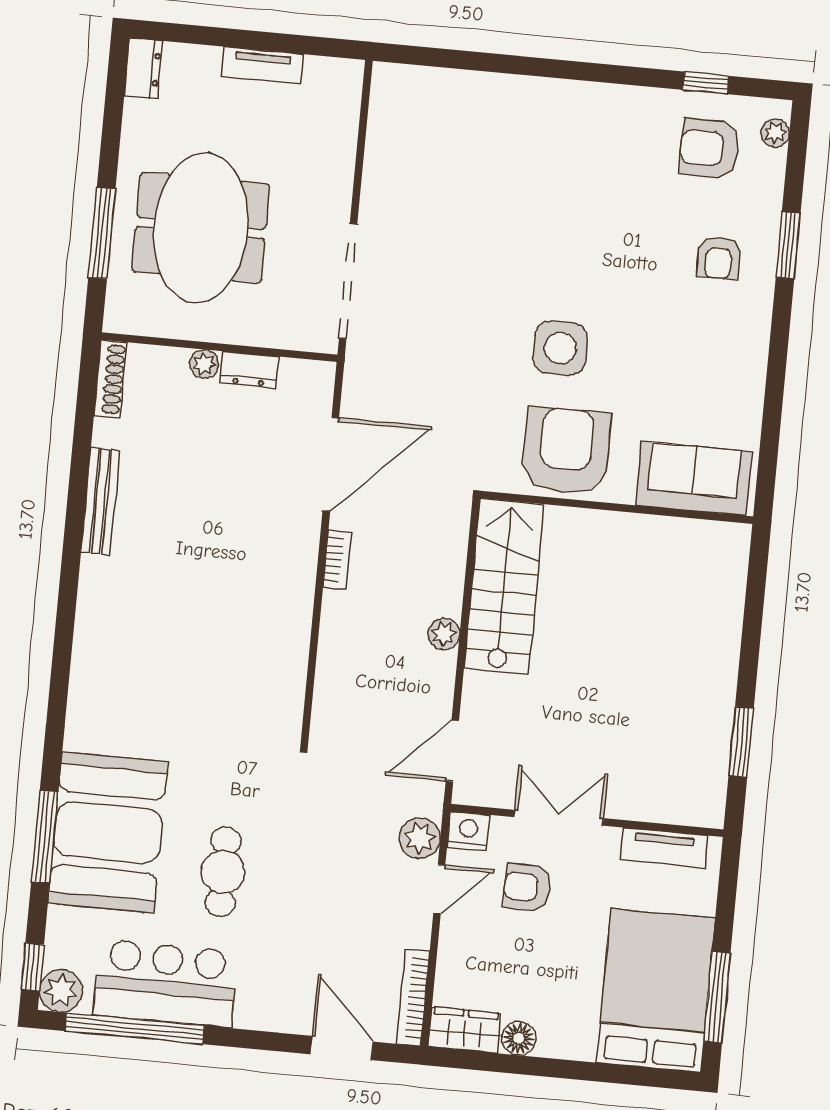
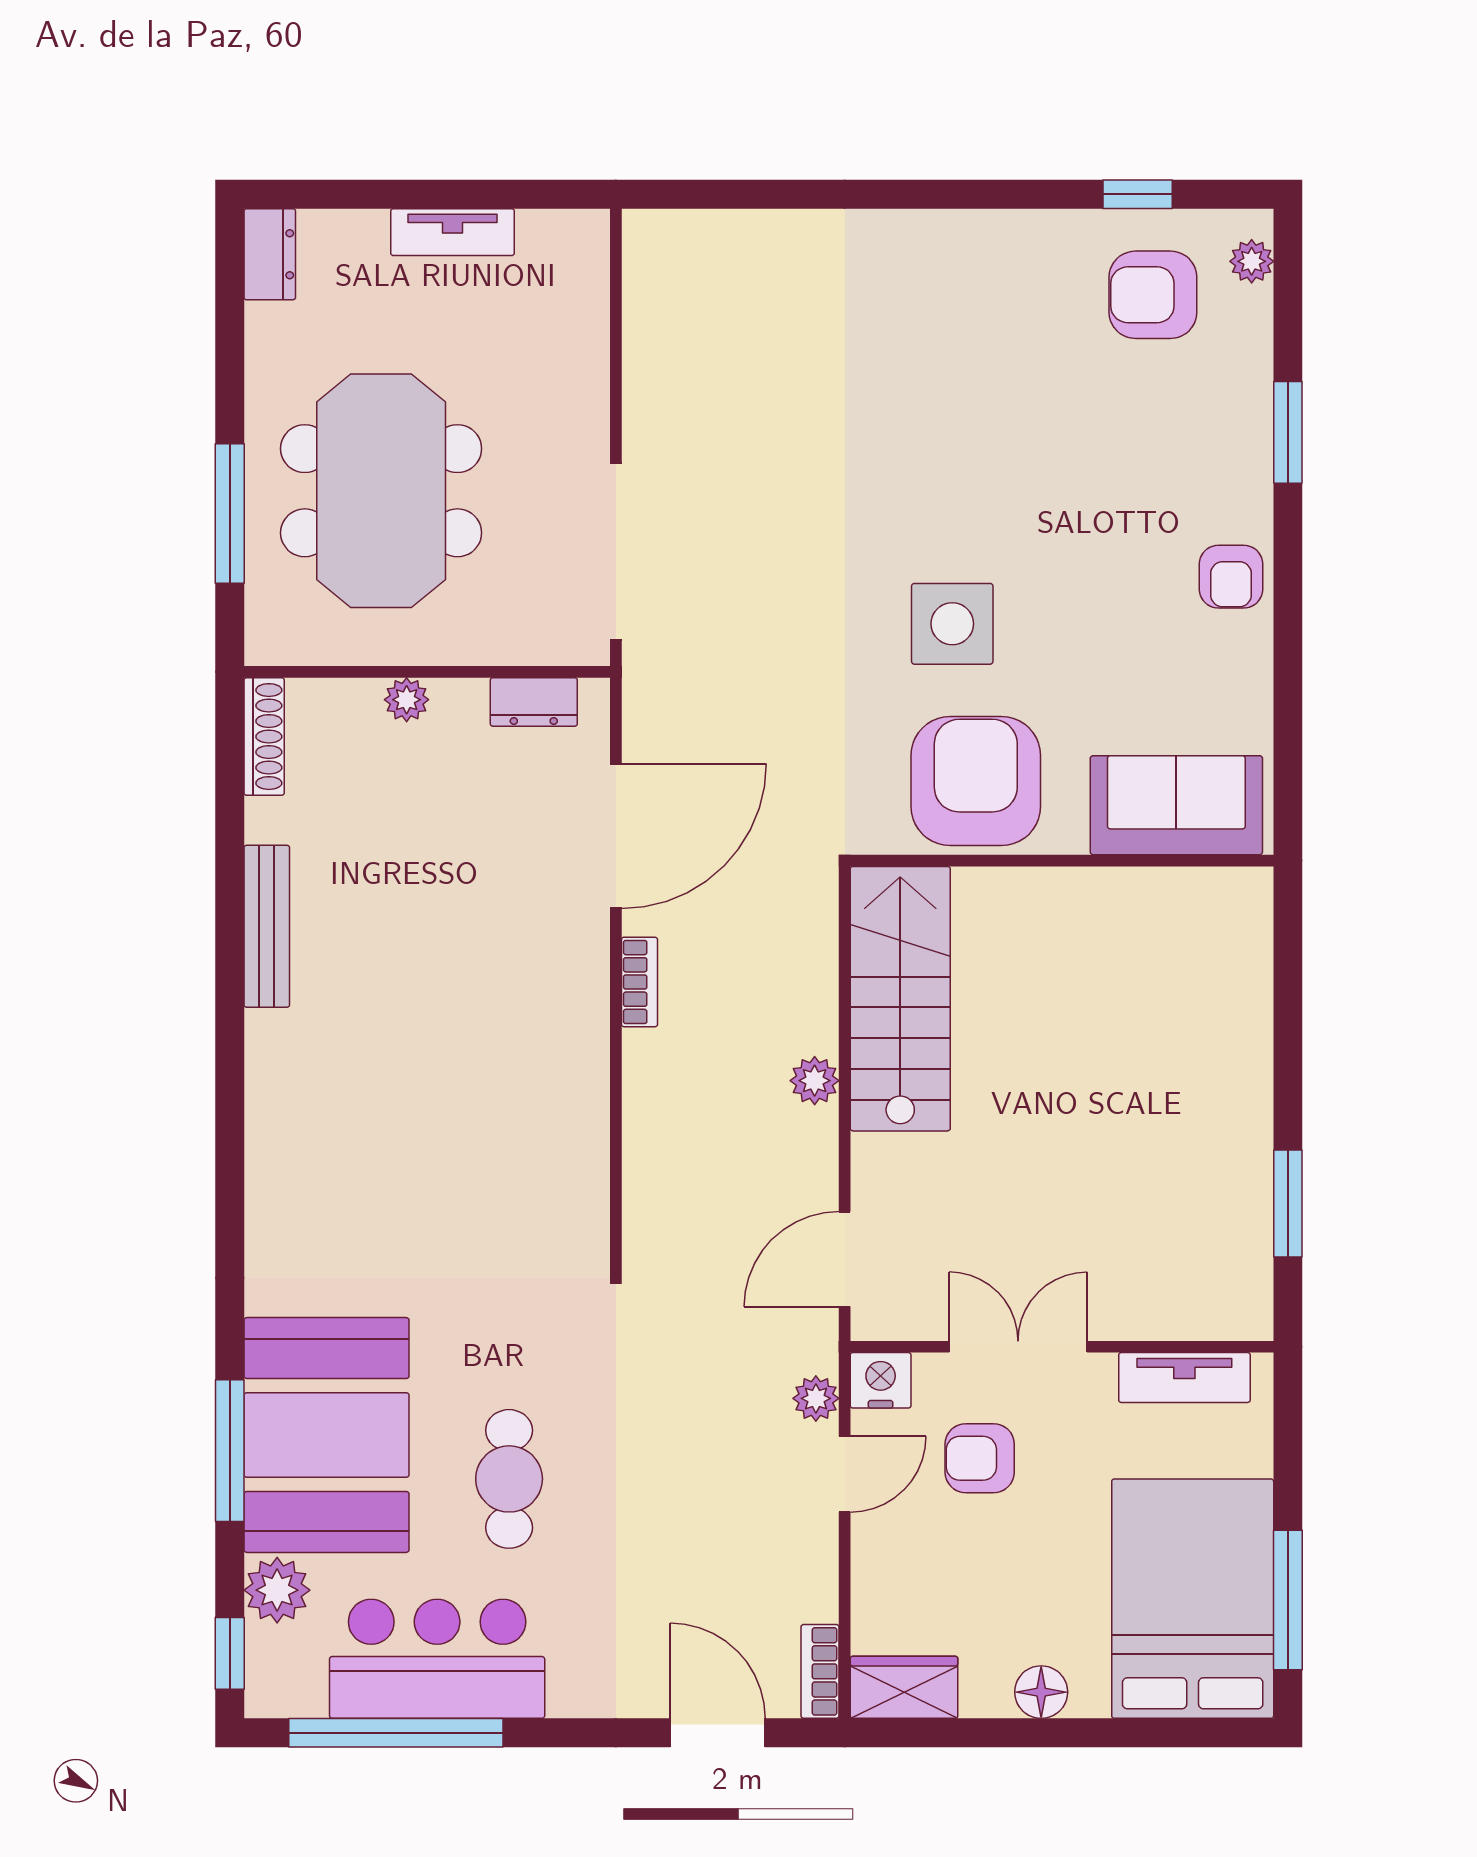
armchair: (719, 258) -> (1231, 577), moved
dresser: (249, 370) -> (534, 702), moved
plant: (420, 838) -> (816, 1398), width x0.73, depth x0.73
plant: (61, 991) -> (277, 1590), moved
bookcase: (413, 998) -> (820, 1671), width x0.64
floor lamp: (519, 1038) -> (1041, 1692), moved

